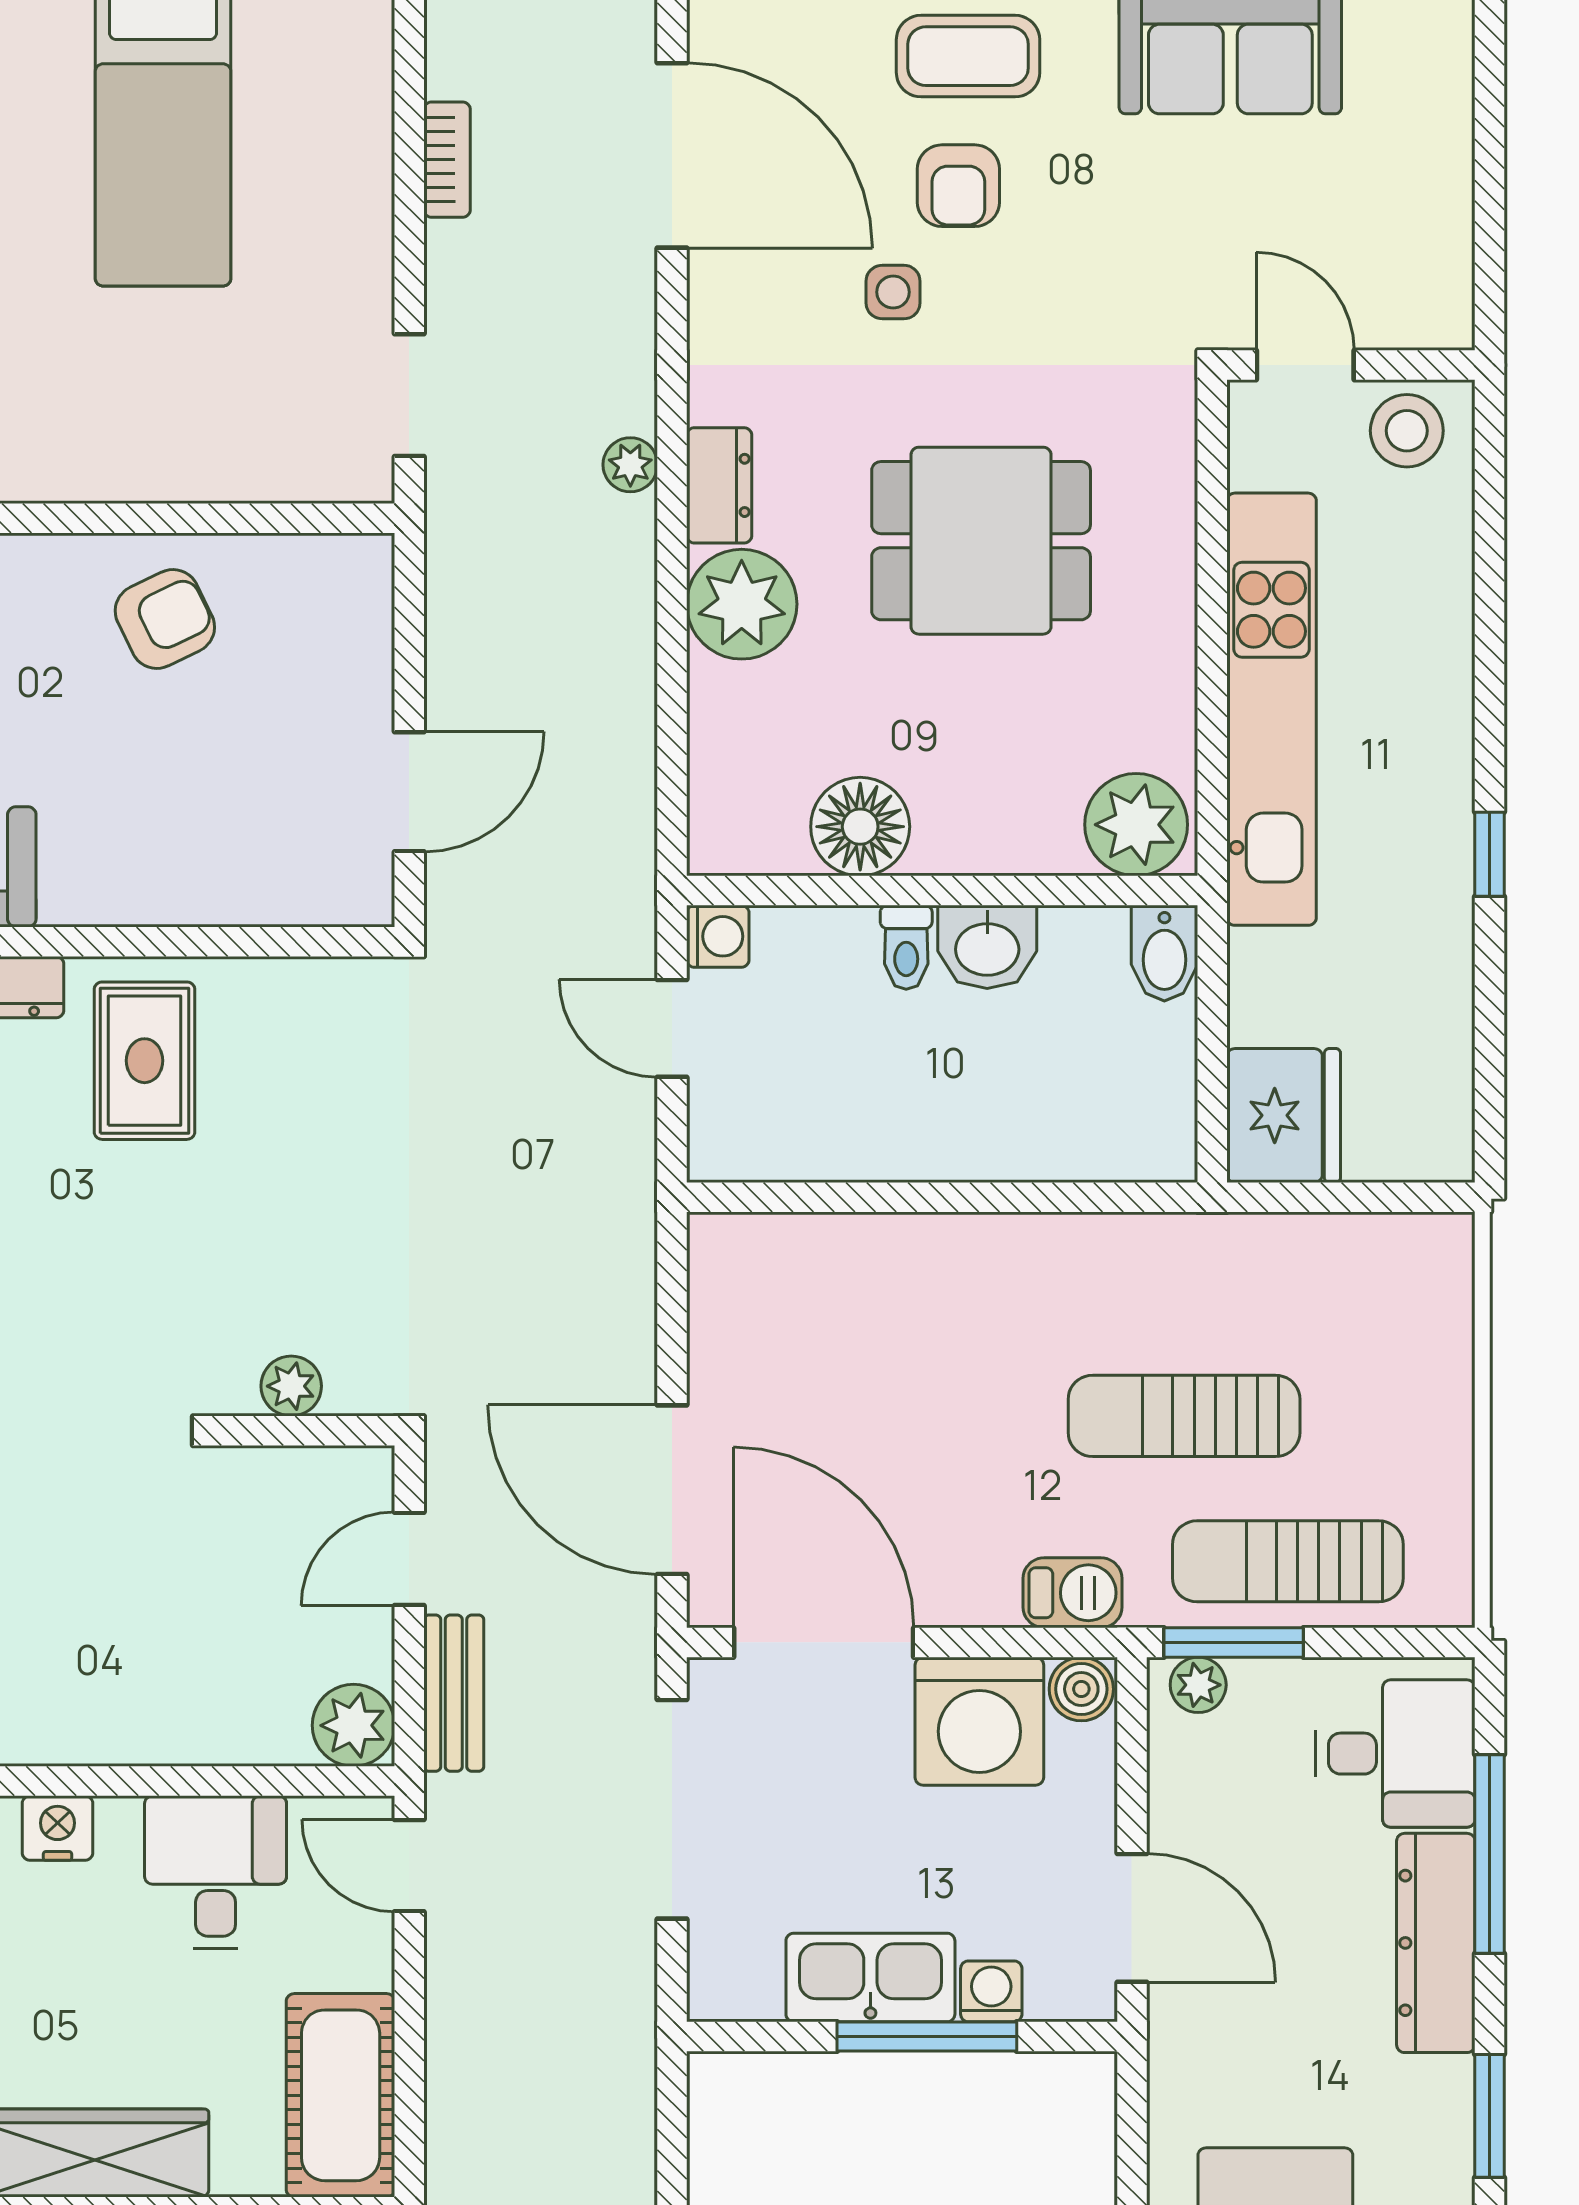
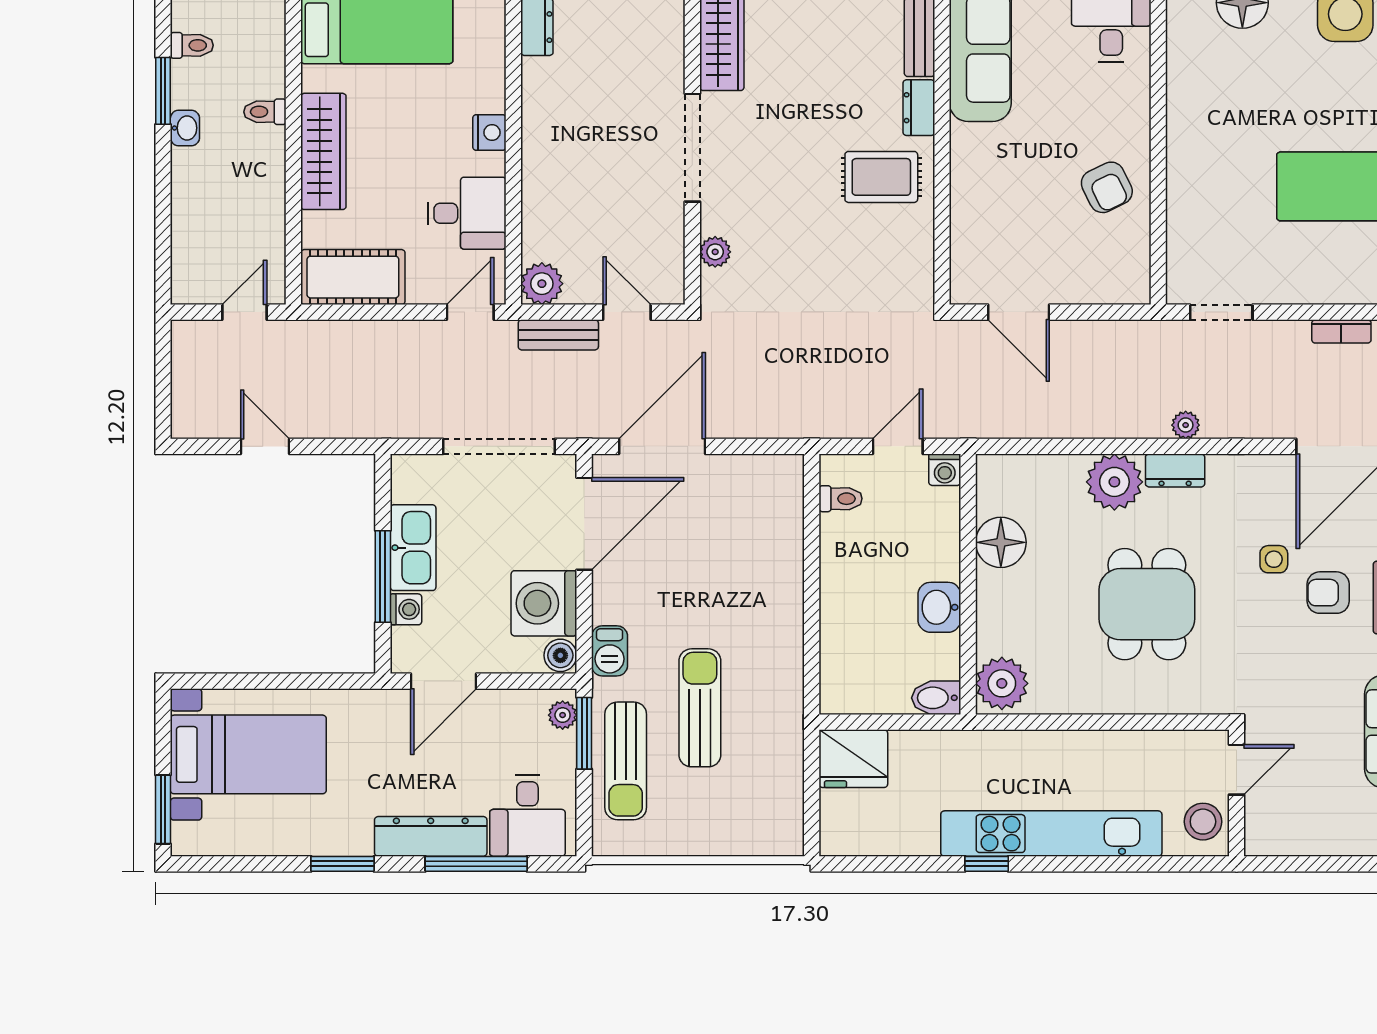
kitchen unit: (1271, 709) -> (1051, 834), moved, turned 180
toilet: (906, 947) -> (841, 499), moved, turned 180
sun lounger: (1288, 1561) -> (626, 761), turned 180

